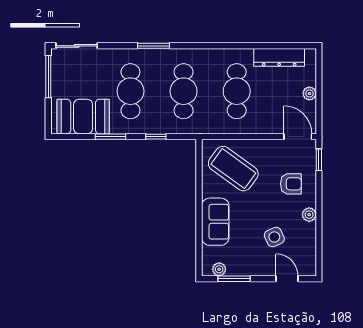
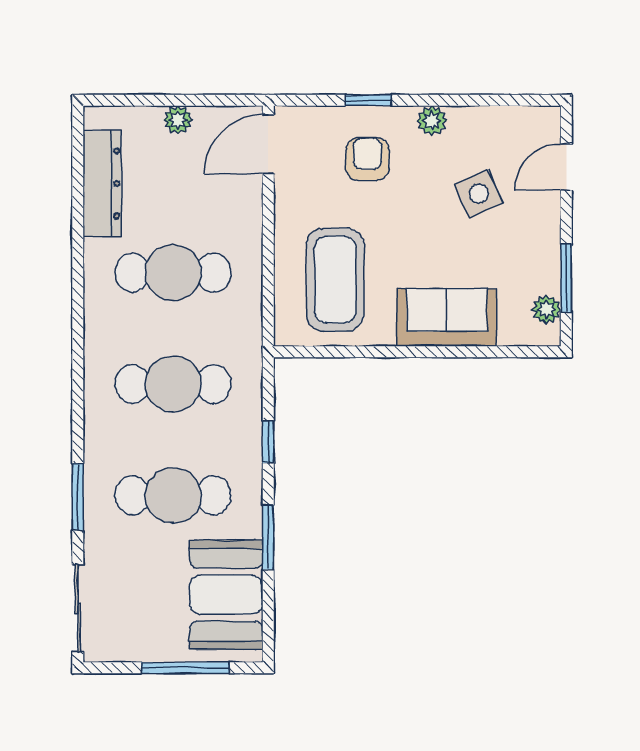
window: (154, 46) -> (78, 497), moved
window: (48, 77) -> (185, 668), moved
window: (319, 160) -> (368, 100), moved
coffee table: (233, 169) -> (335, 280), turned -36

